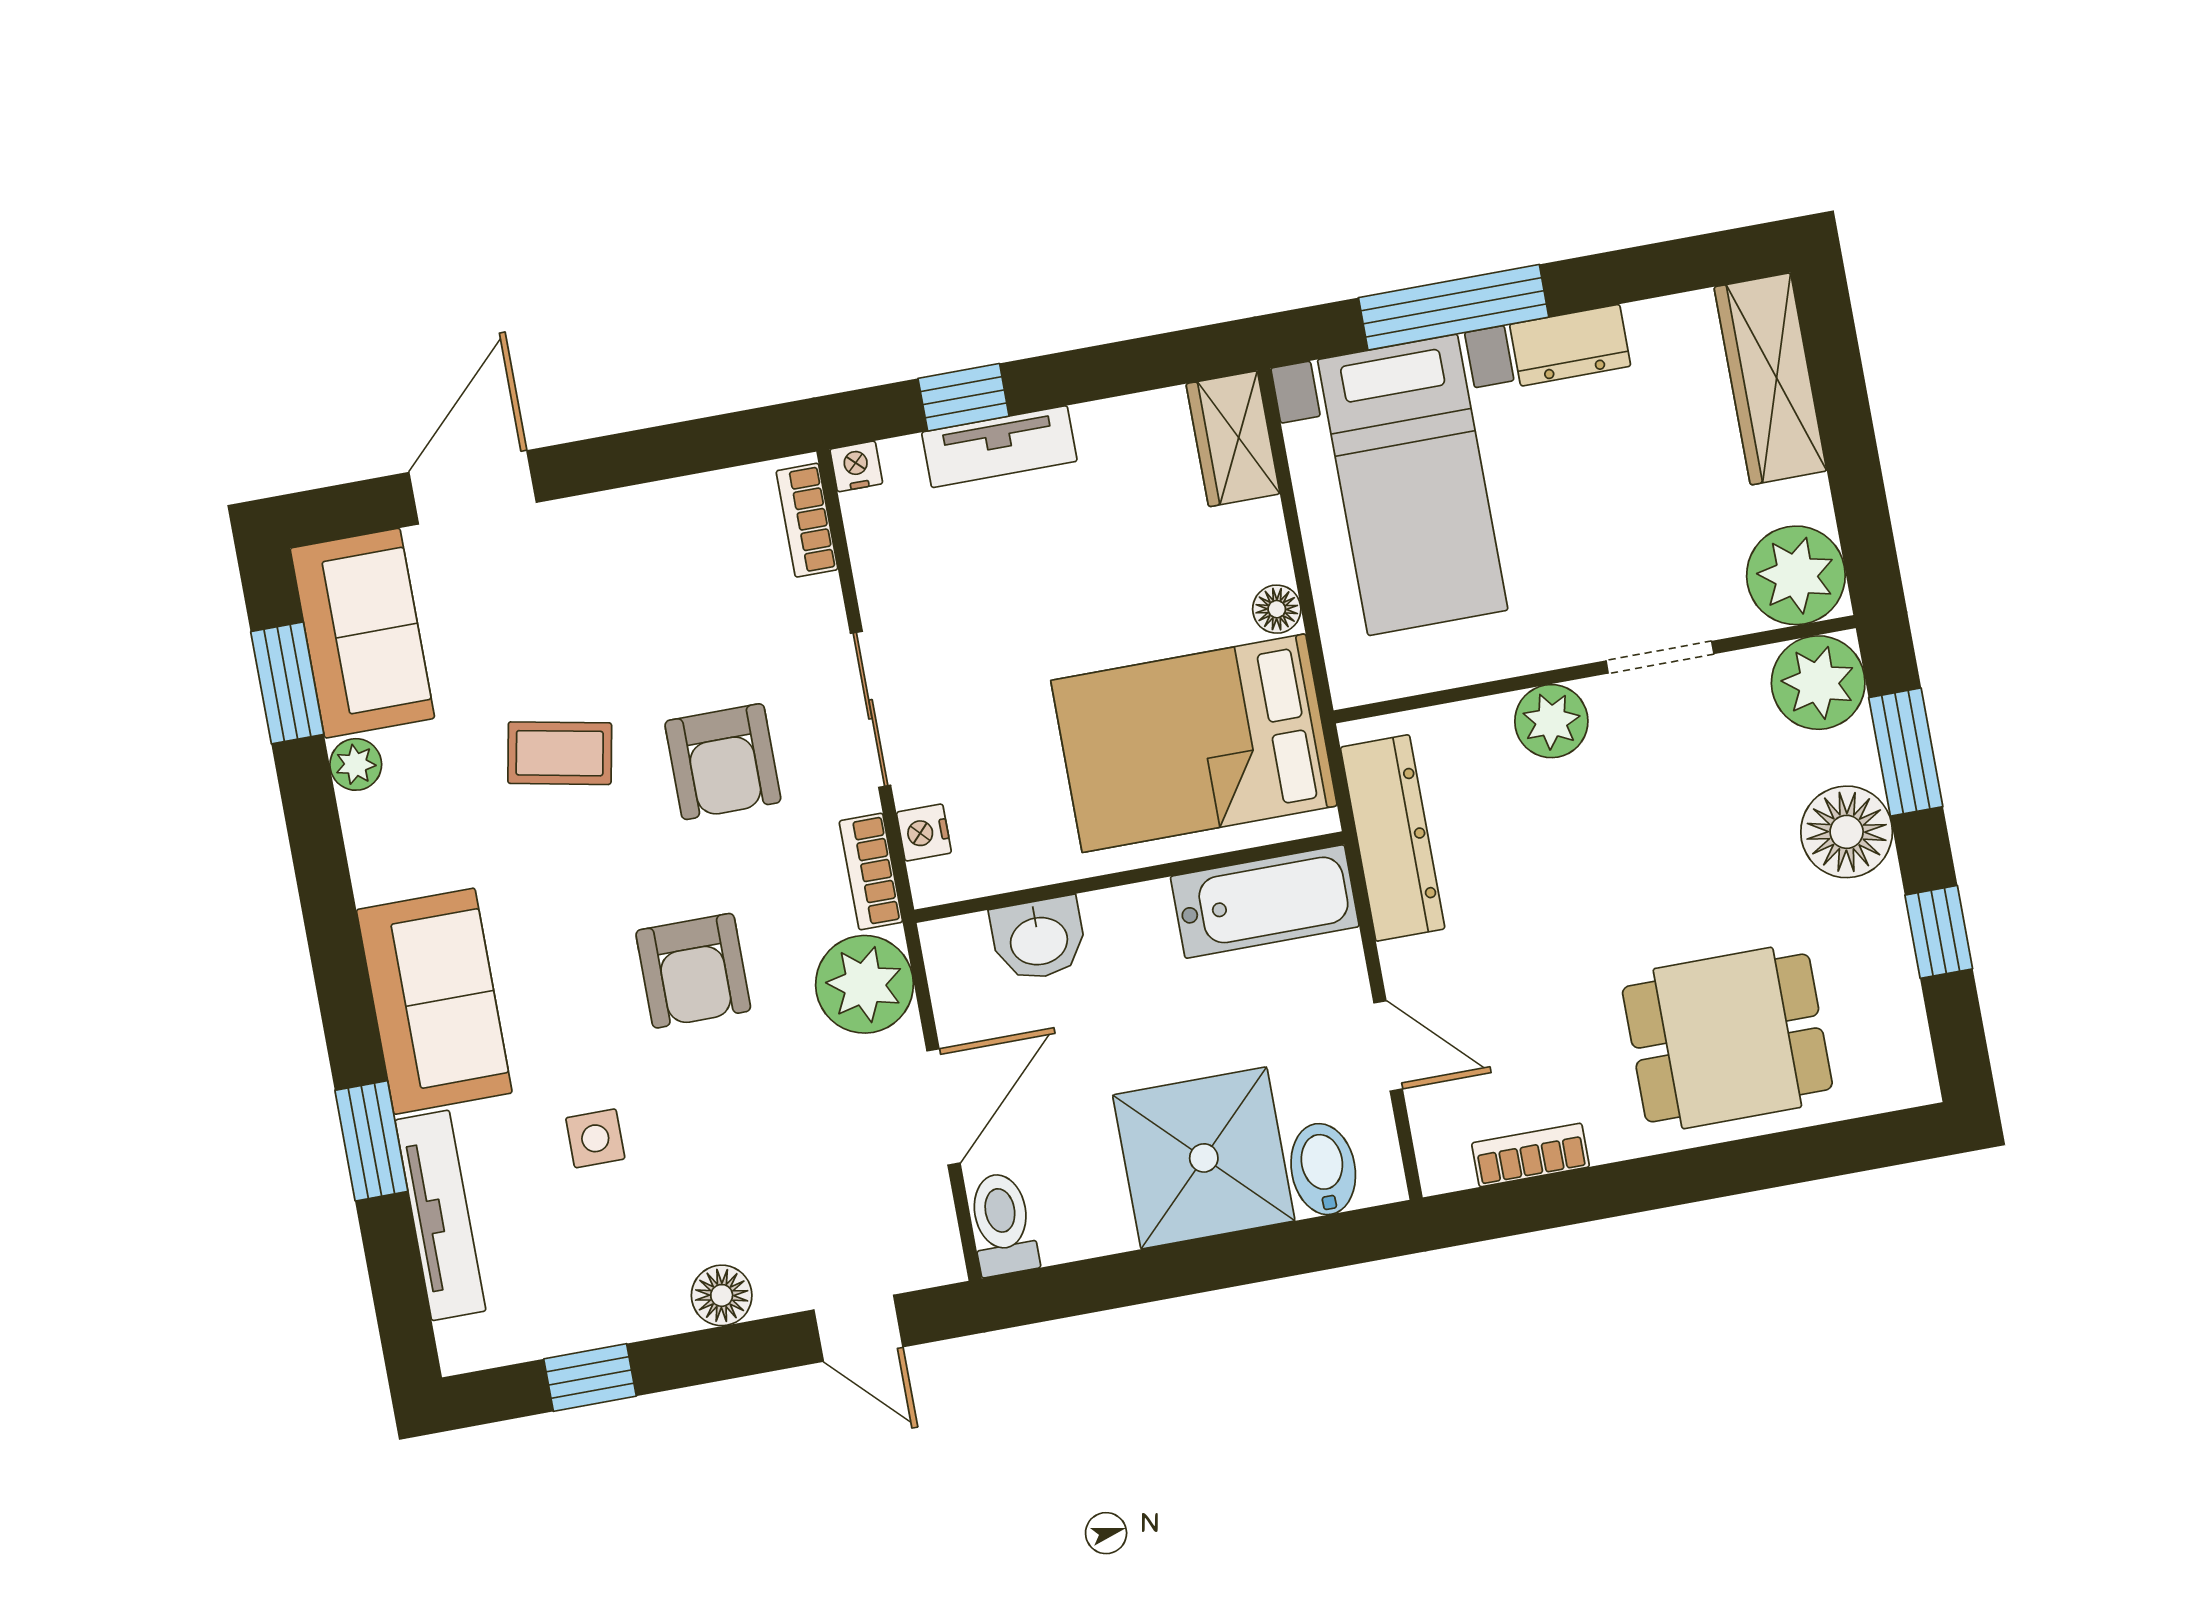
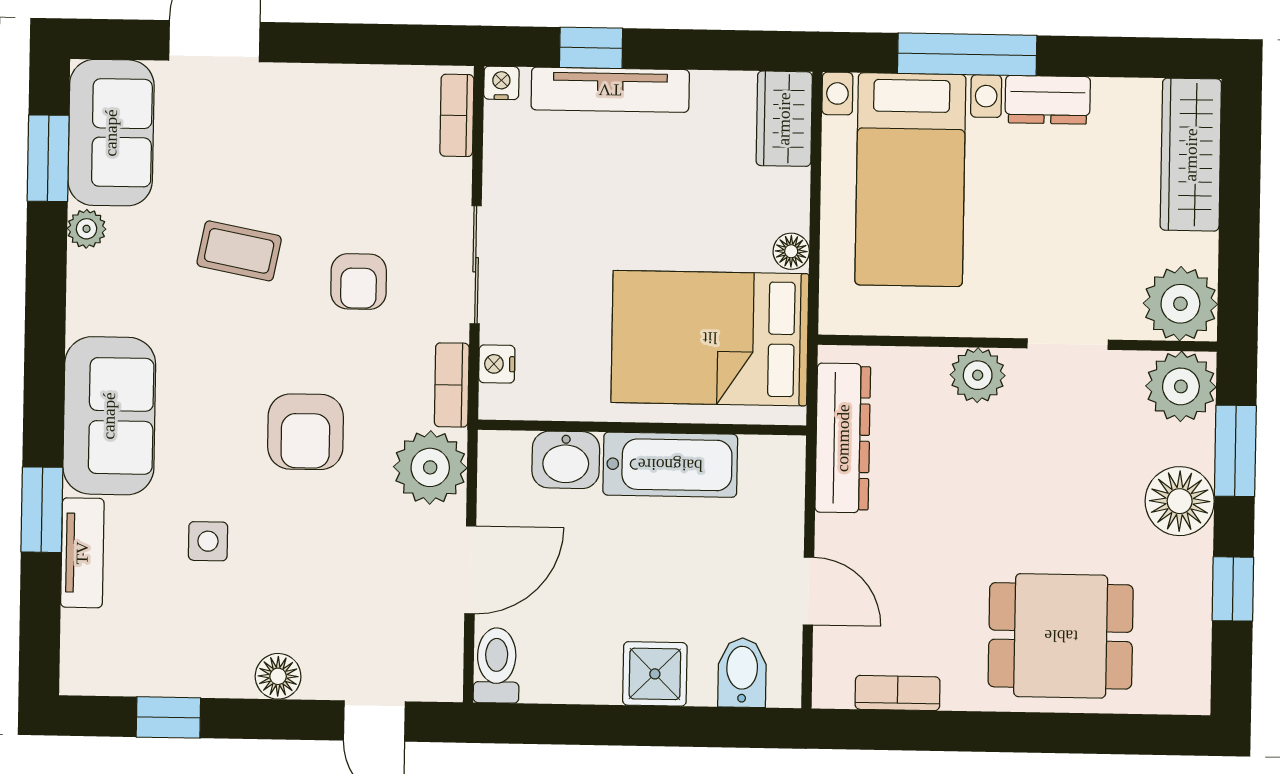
tv unit: (999, 447) -> (610, 90), width x1.41
armchair: (723, 762) -> (359, 281), width x0.72, depth x0.72
bathtub: (1265, 902) -> (670, 465), moved
shower: (1204, 1158) -> (655, 674), width x0.54, depth x0.54
tv unit: (440, 1215) -> (82, 553), width x0.71

